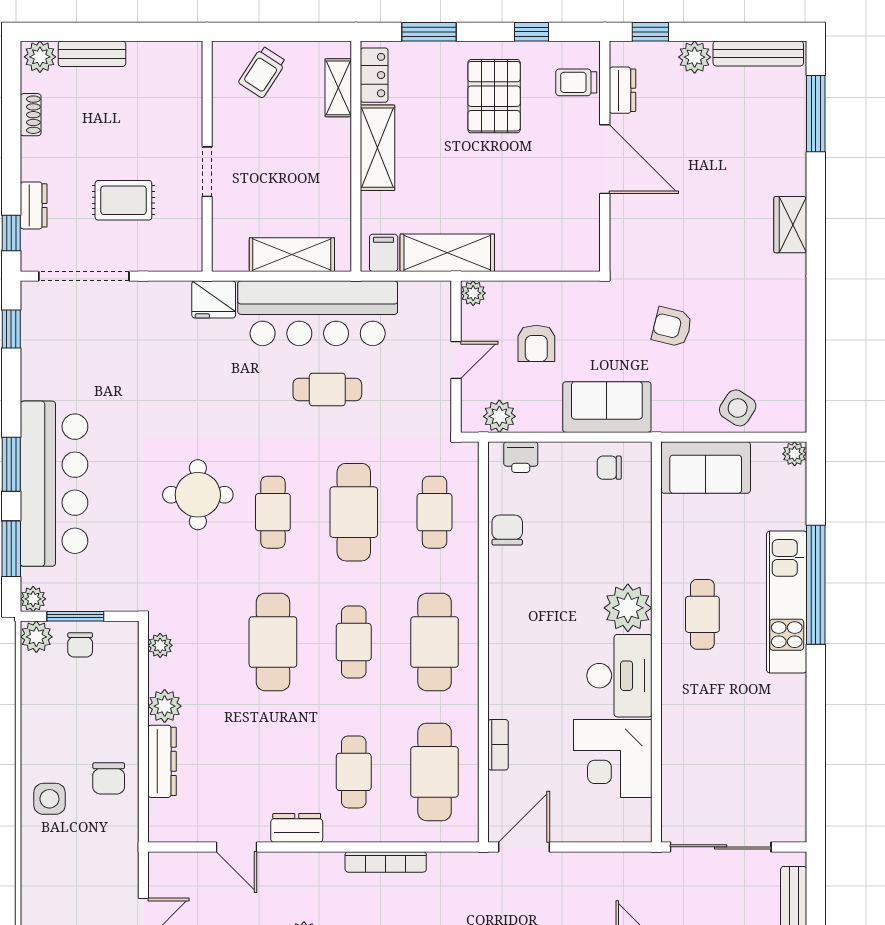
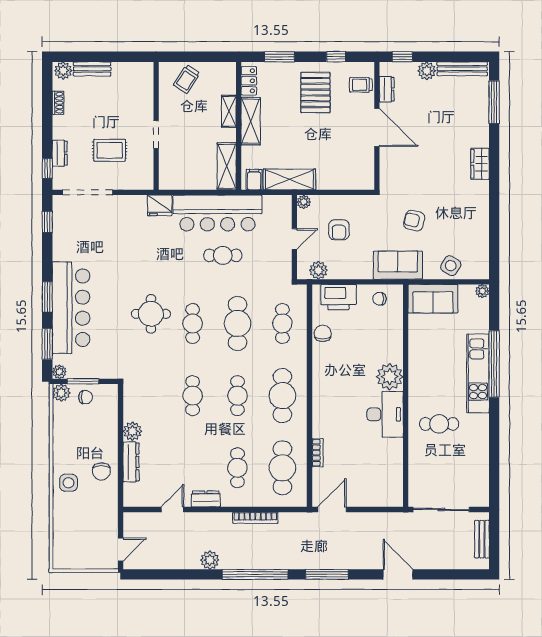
shelving: (338, 88) -> (229, 111), moved
shelving: (292, 255) -> (227, 166), moved, turned 90
sofa: (607, 407) -> (398, 265), moved
printer: (521, 457) -> (338, 297), width x1.87, depth x1.48
cafe table: (702, 614) -> (439, 424), moved, turned 90
cafe table: (273, 642) -> (193, 396), width x0.73, depth x0.74
chair: (80, 645) -> (86, 397), turned -90
plant: (160, 645) -> (130, 398), removed
corner desk: (613, 759) -> (381, 460), removed
door: (237, 847) -> (172, 509), swing flipped

